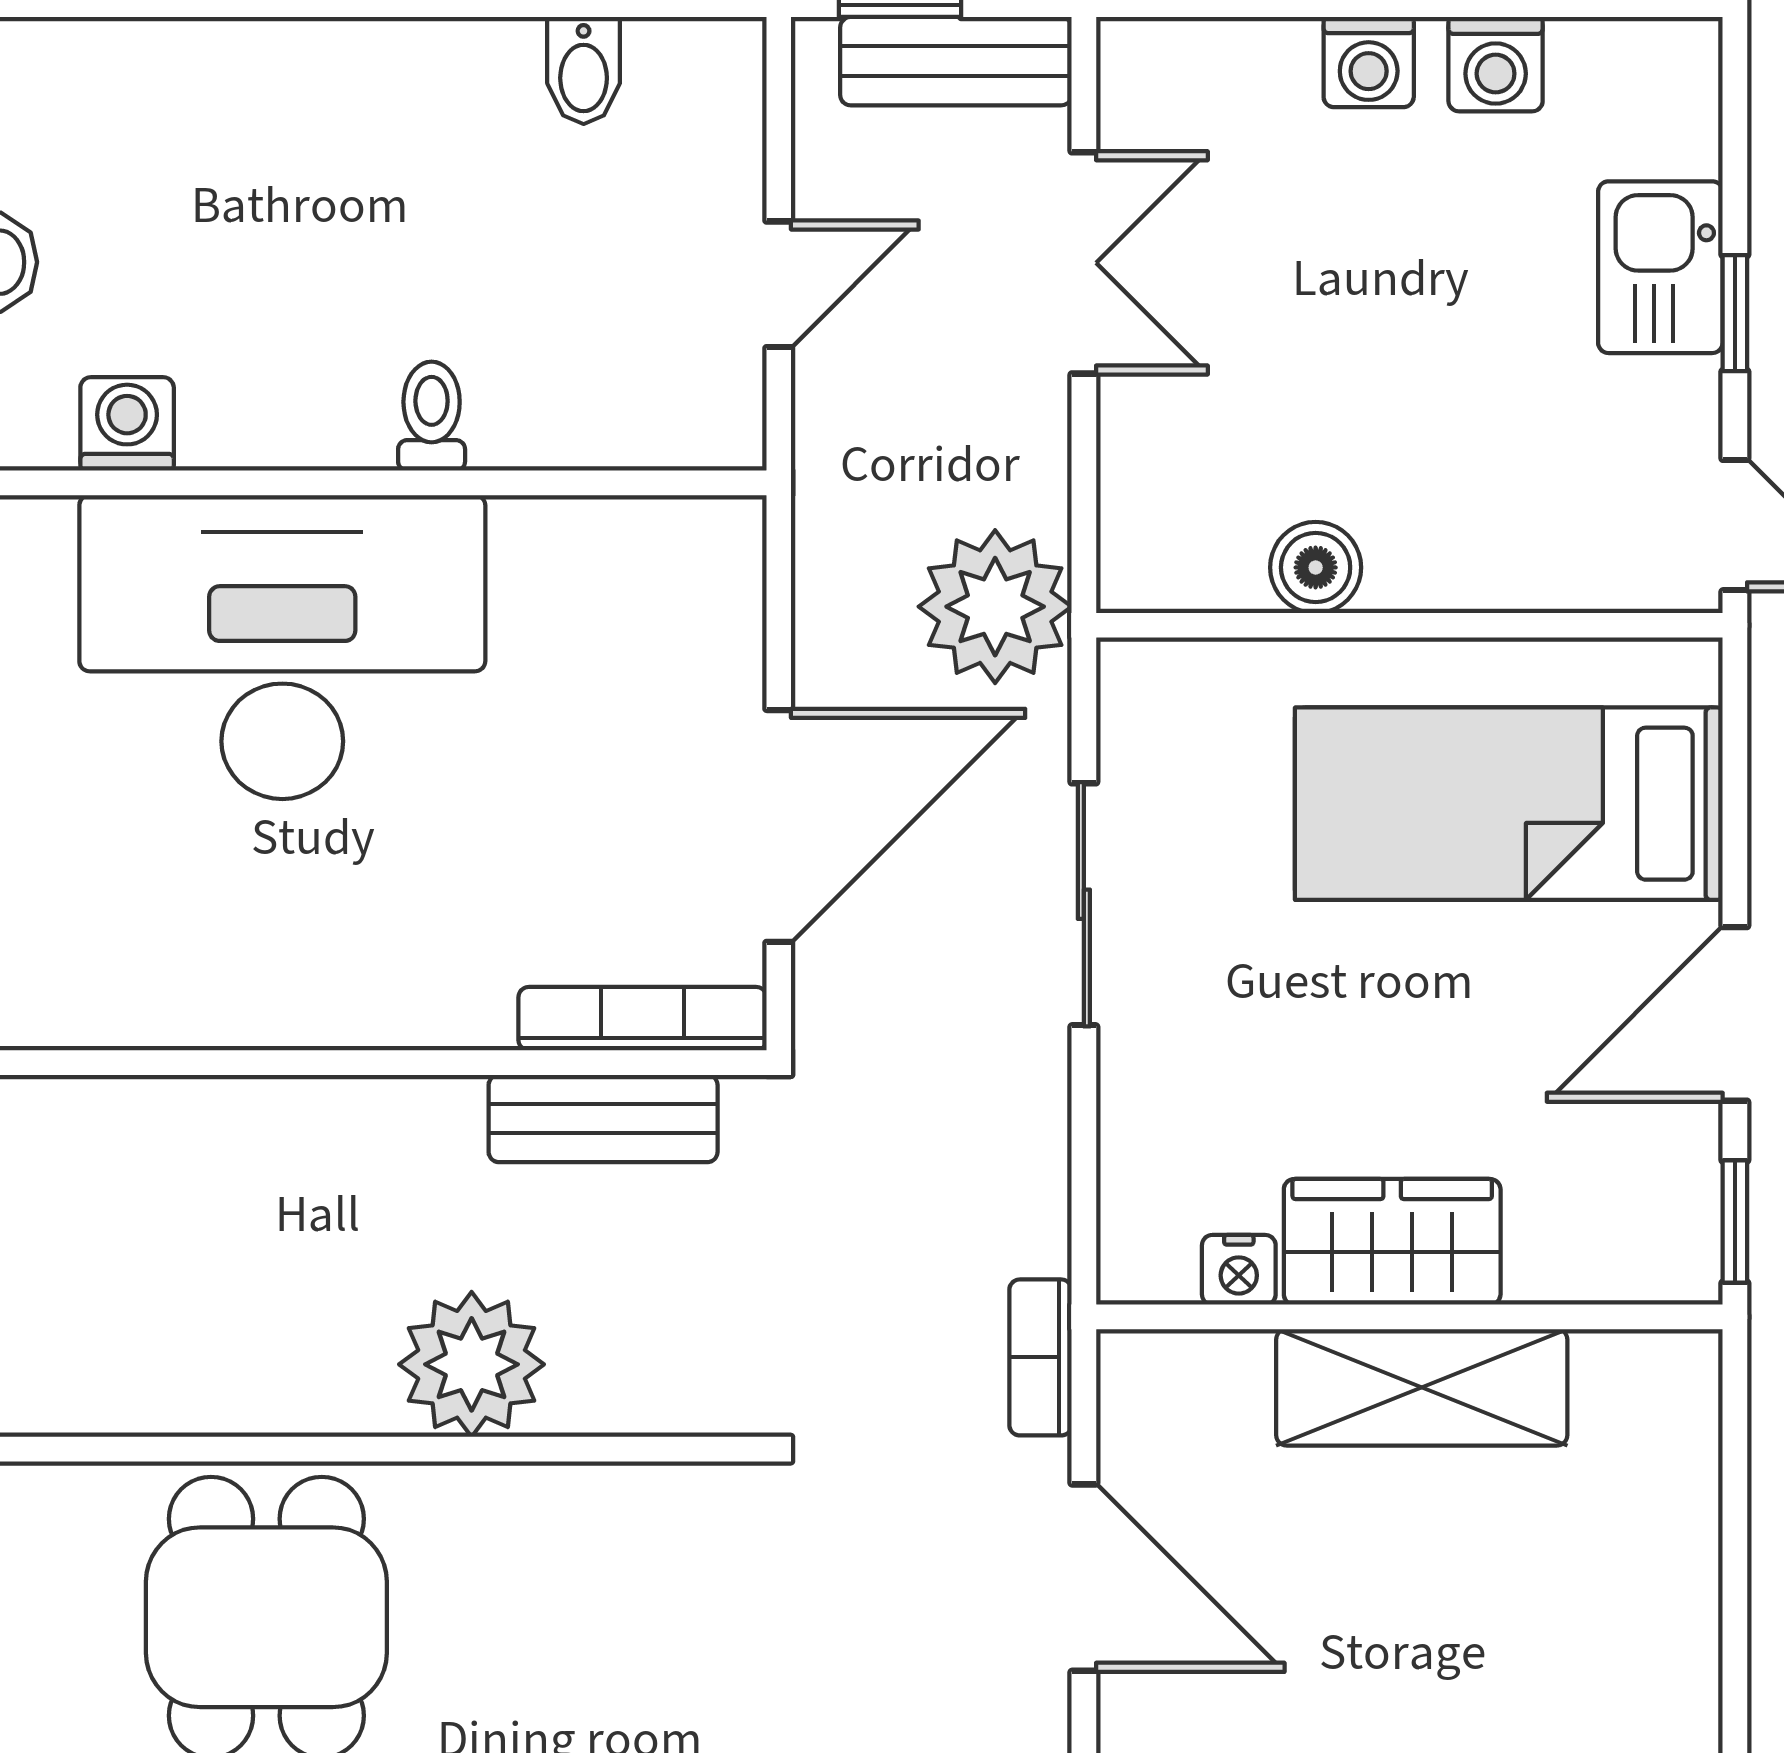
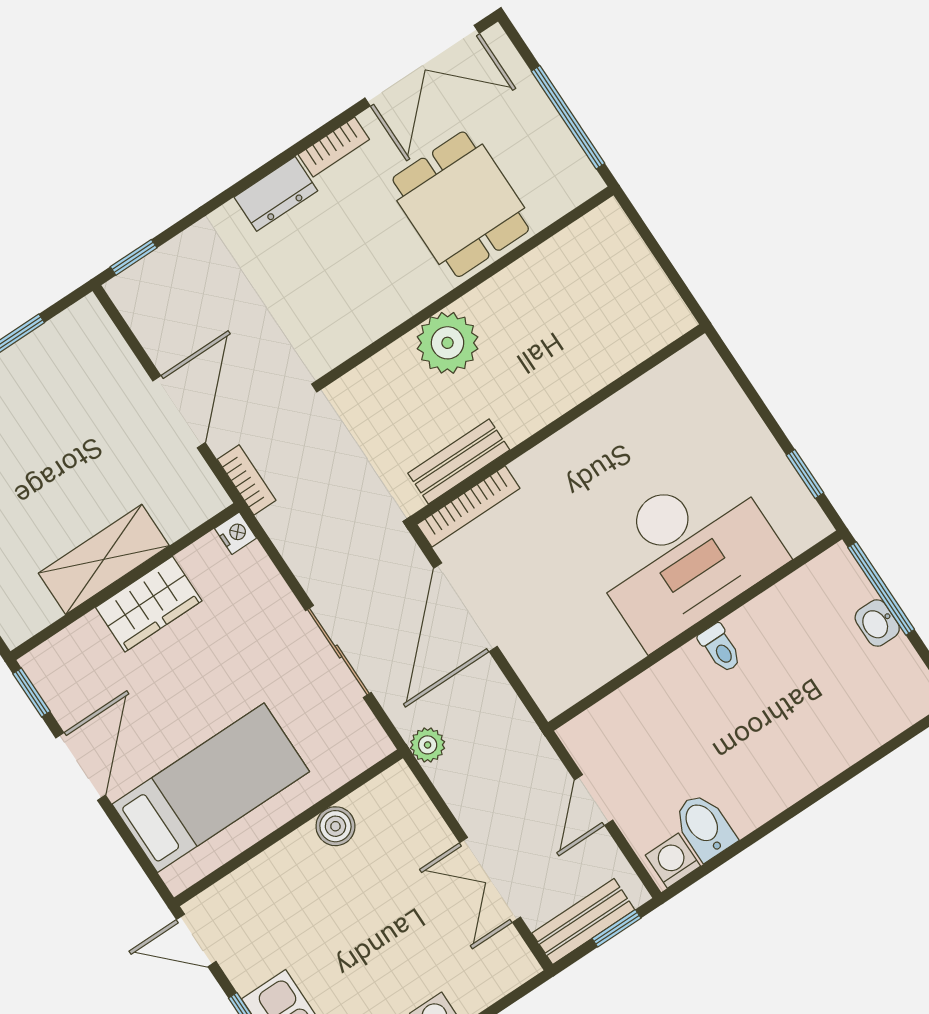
bidet: (584, 71) -> (704, 826), width x1.38, depth x1.36
toilet: (432, 416) -> (720, 648), moved
washing machine: (127, 424) -> (673, 861), moved, turned 180
plant: (995, 607) -> (428, 745), width x0.53, depth x0.53
nightstand: (1239, 1270) -> (236, 533), moved, turned 90
door: (1084, 1578) -> (179, 412), swing flipped

